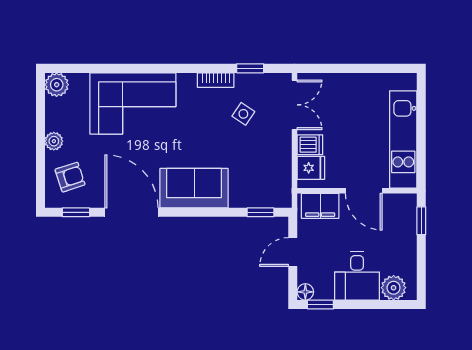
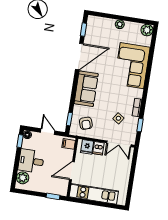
armchair: (70, 177) -> (86, 123), moved
filing cabinet: (320, 206) -> (69, 144), width x0.50

